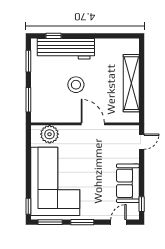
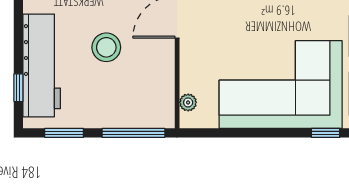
window: (28, 100) -> (133, 133), width x1.44
plant: (50, 134) -> (188, 102), width x0.53, depth x0.53

